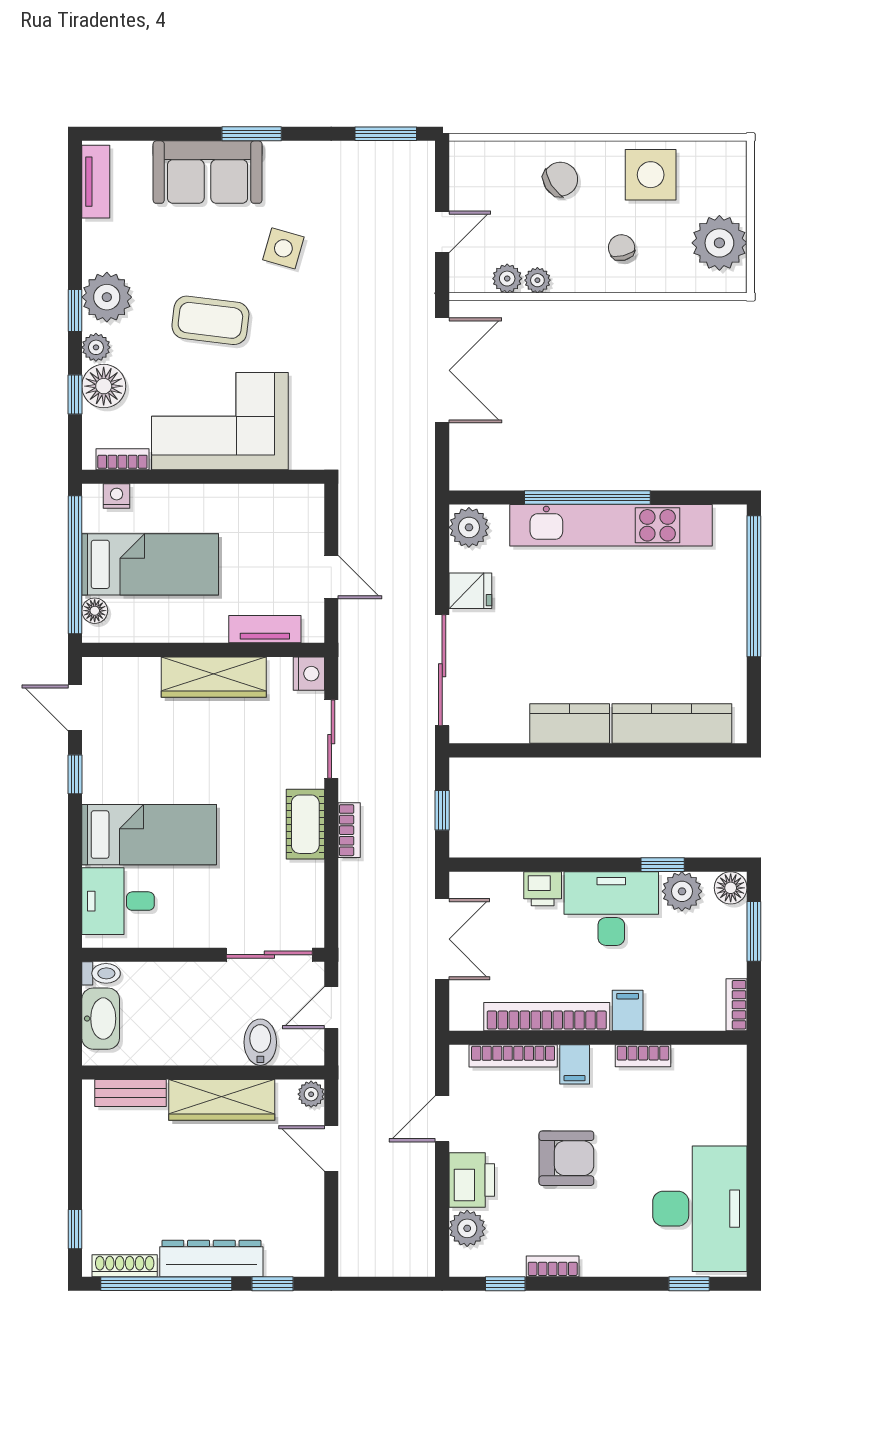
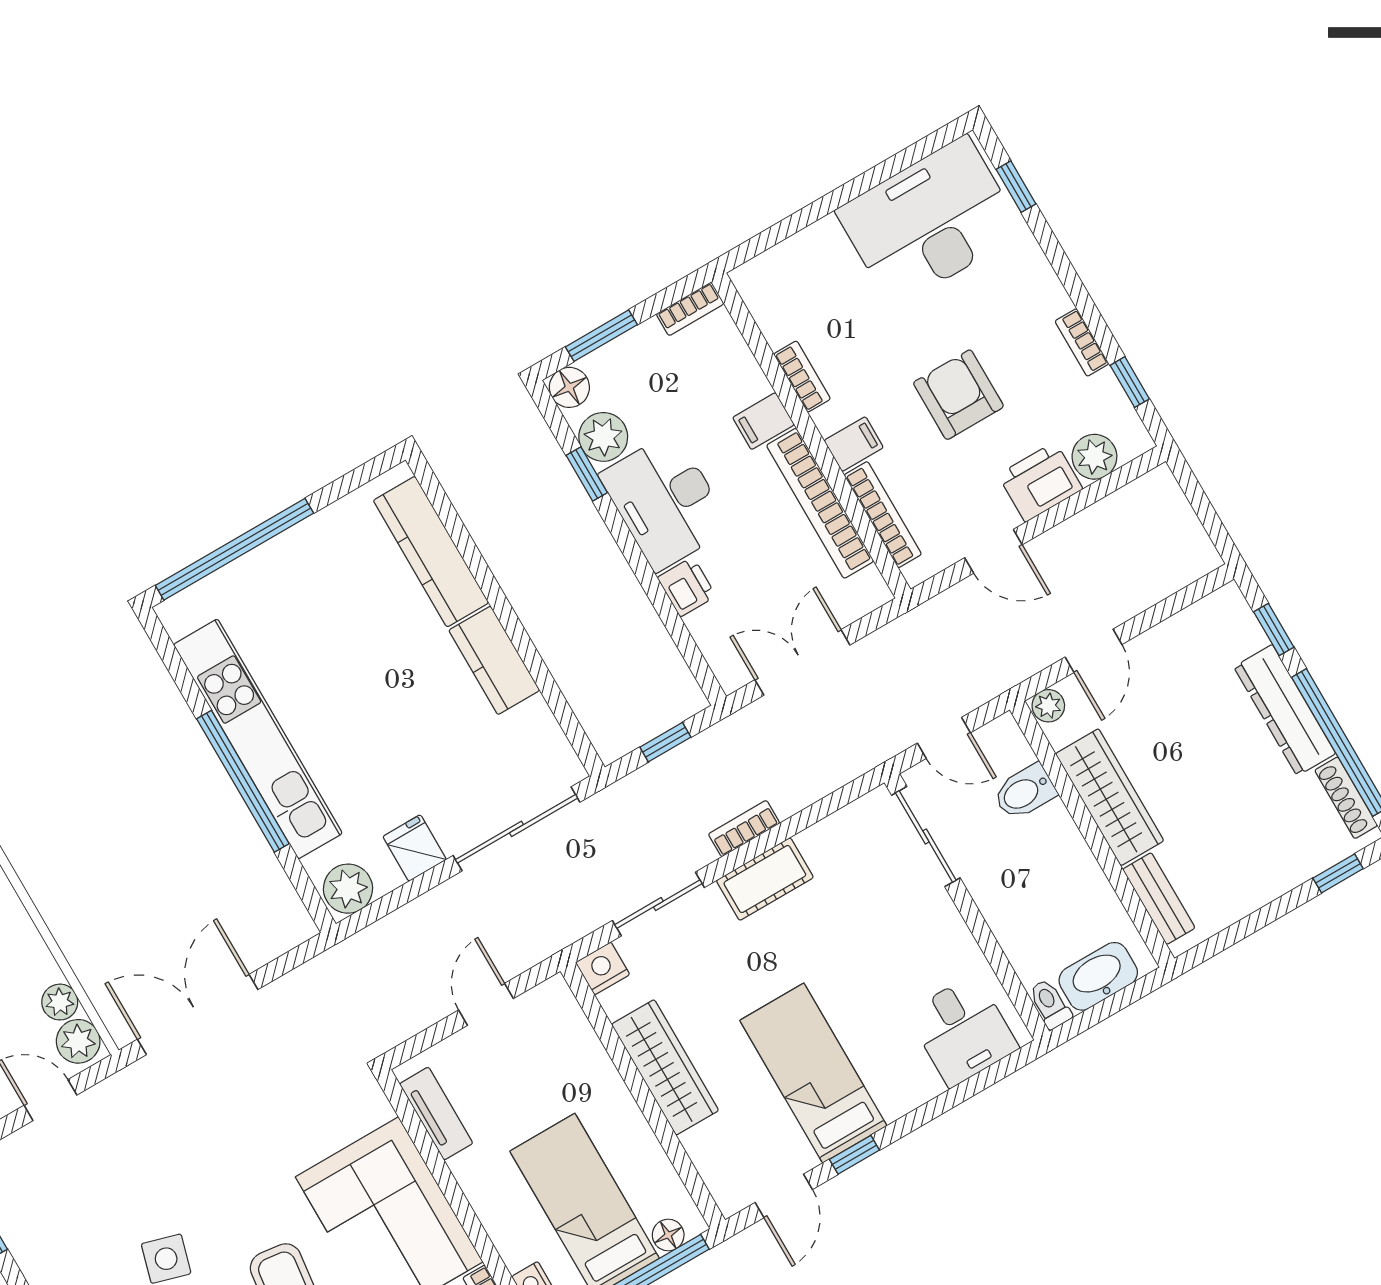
plant: (537, 280) -> (78, 1041), moved, width x1.38, depth x1.38
tv unit: (265, 629) -> (436, 1114), moved, turned 180
bed: (149, 835) -> (813, 1073), moved

